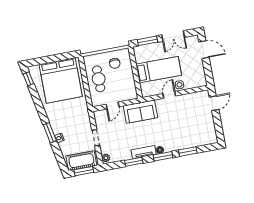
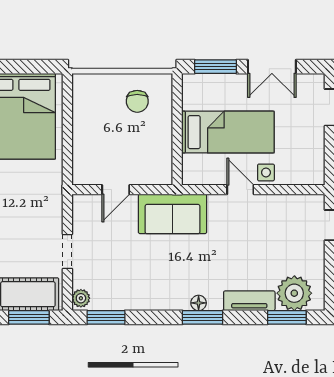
cafe table: (99, 79) -> (97, 128), removed
door: (169, 95) -> (240, 190), hinge flipped
plant: (203, 137) -> (294, 293), added
tv unit: (144, 152) -> (249, 301), moved
window: (188, 152) -> (287, 317), moved
window: (134, 162) -> (106, 317), moved

